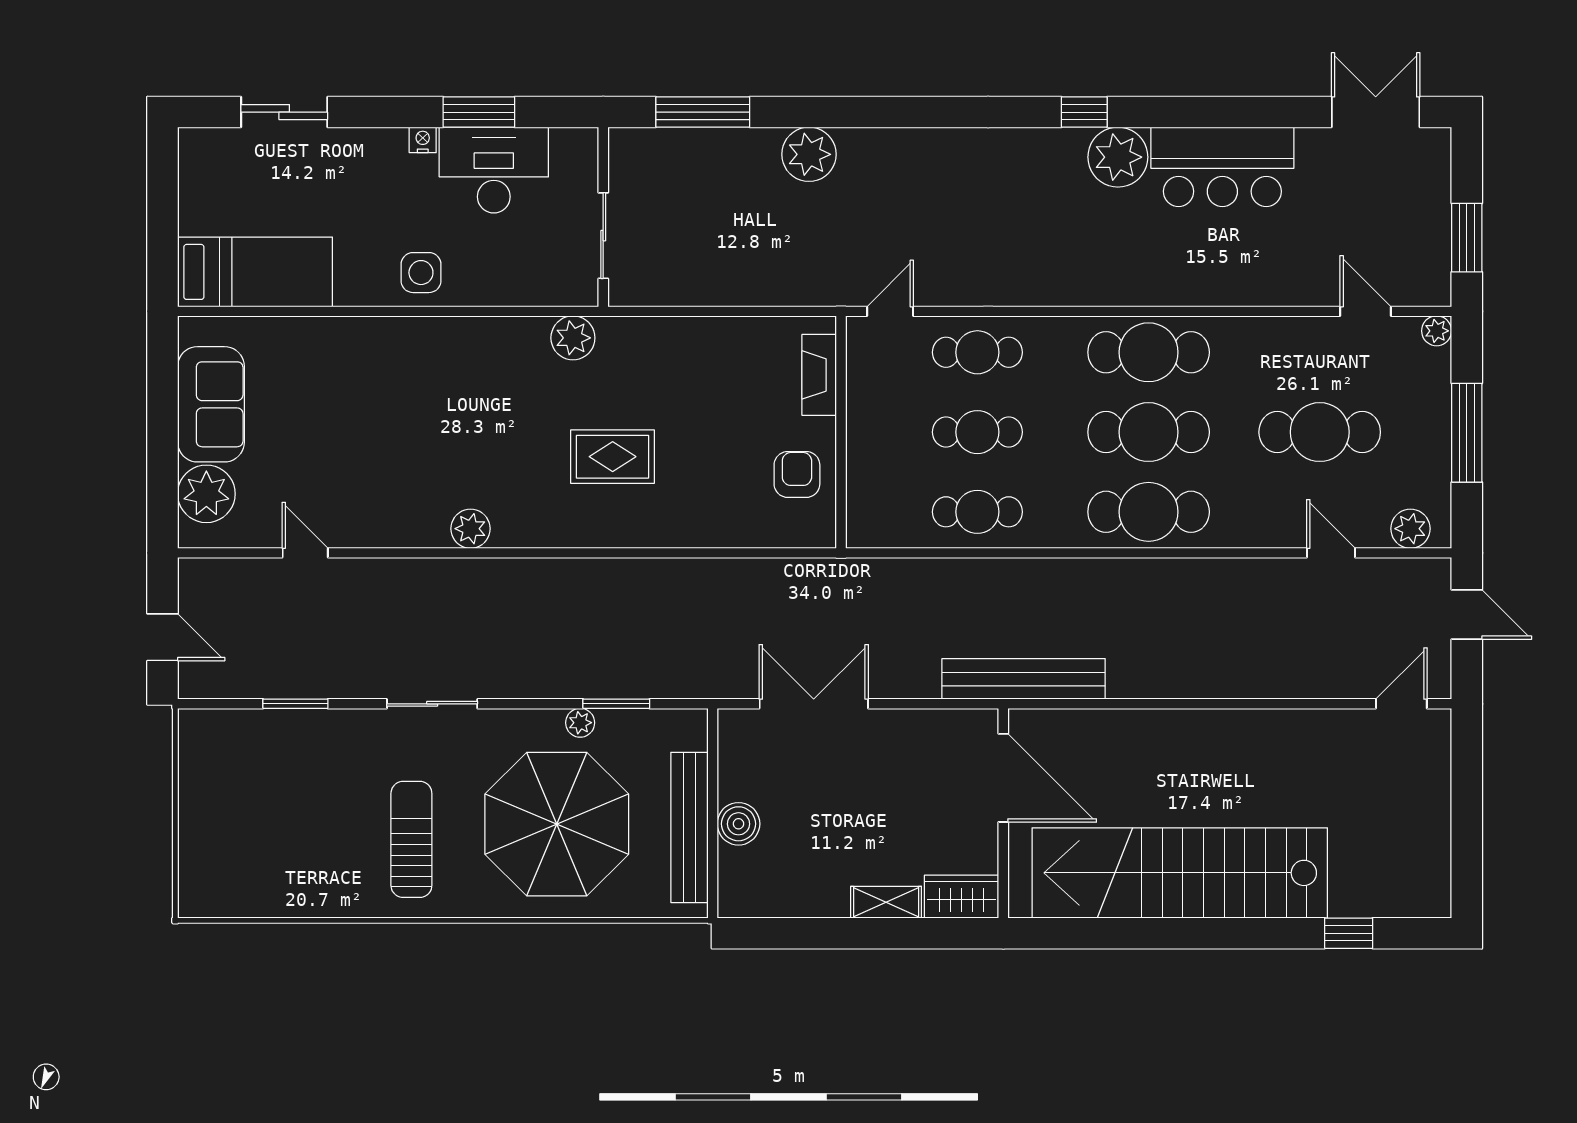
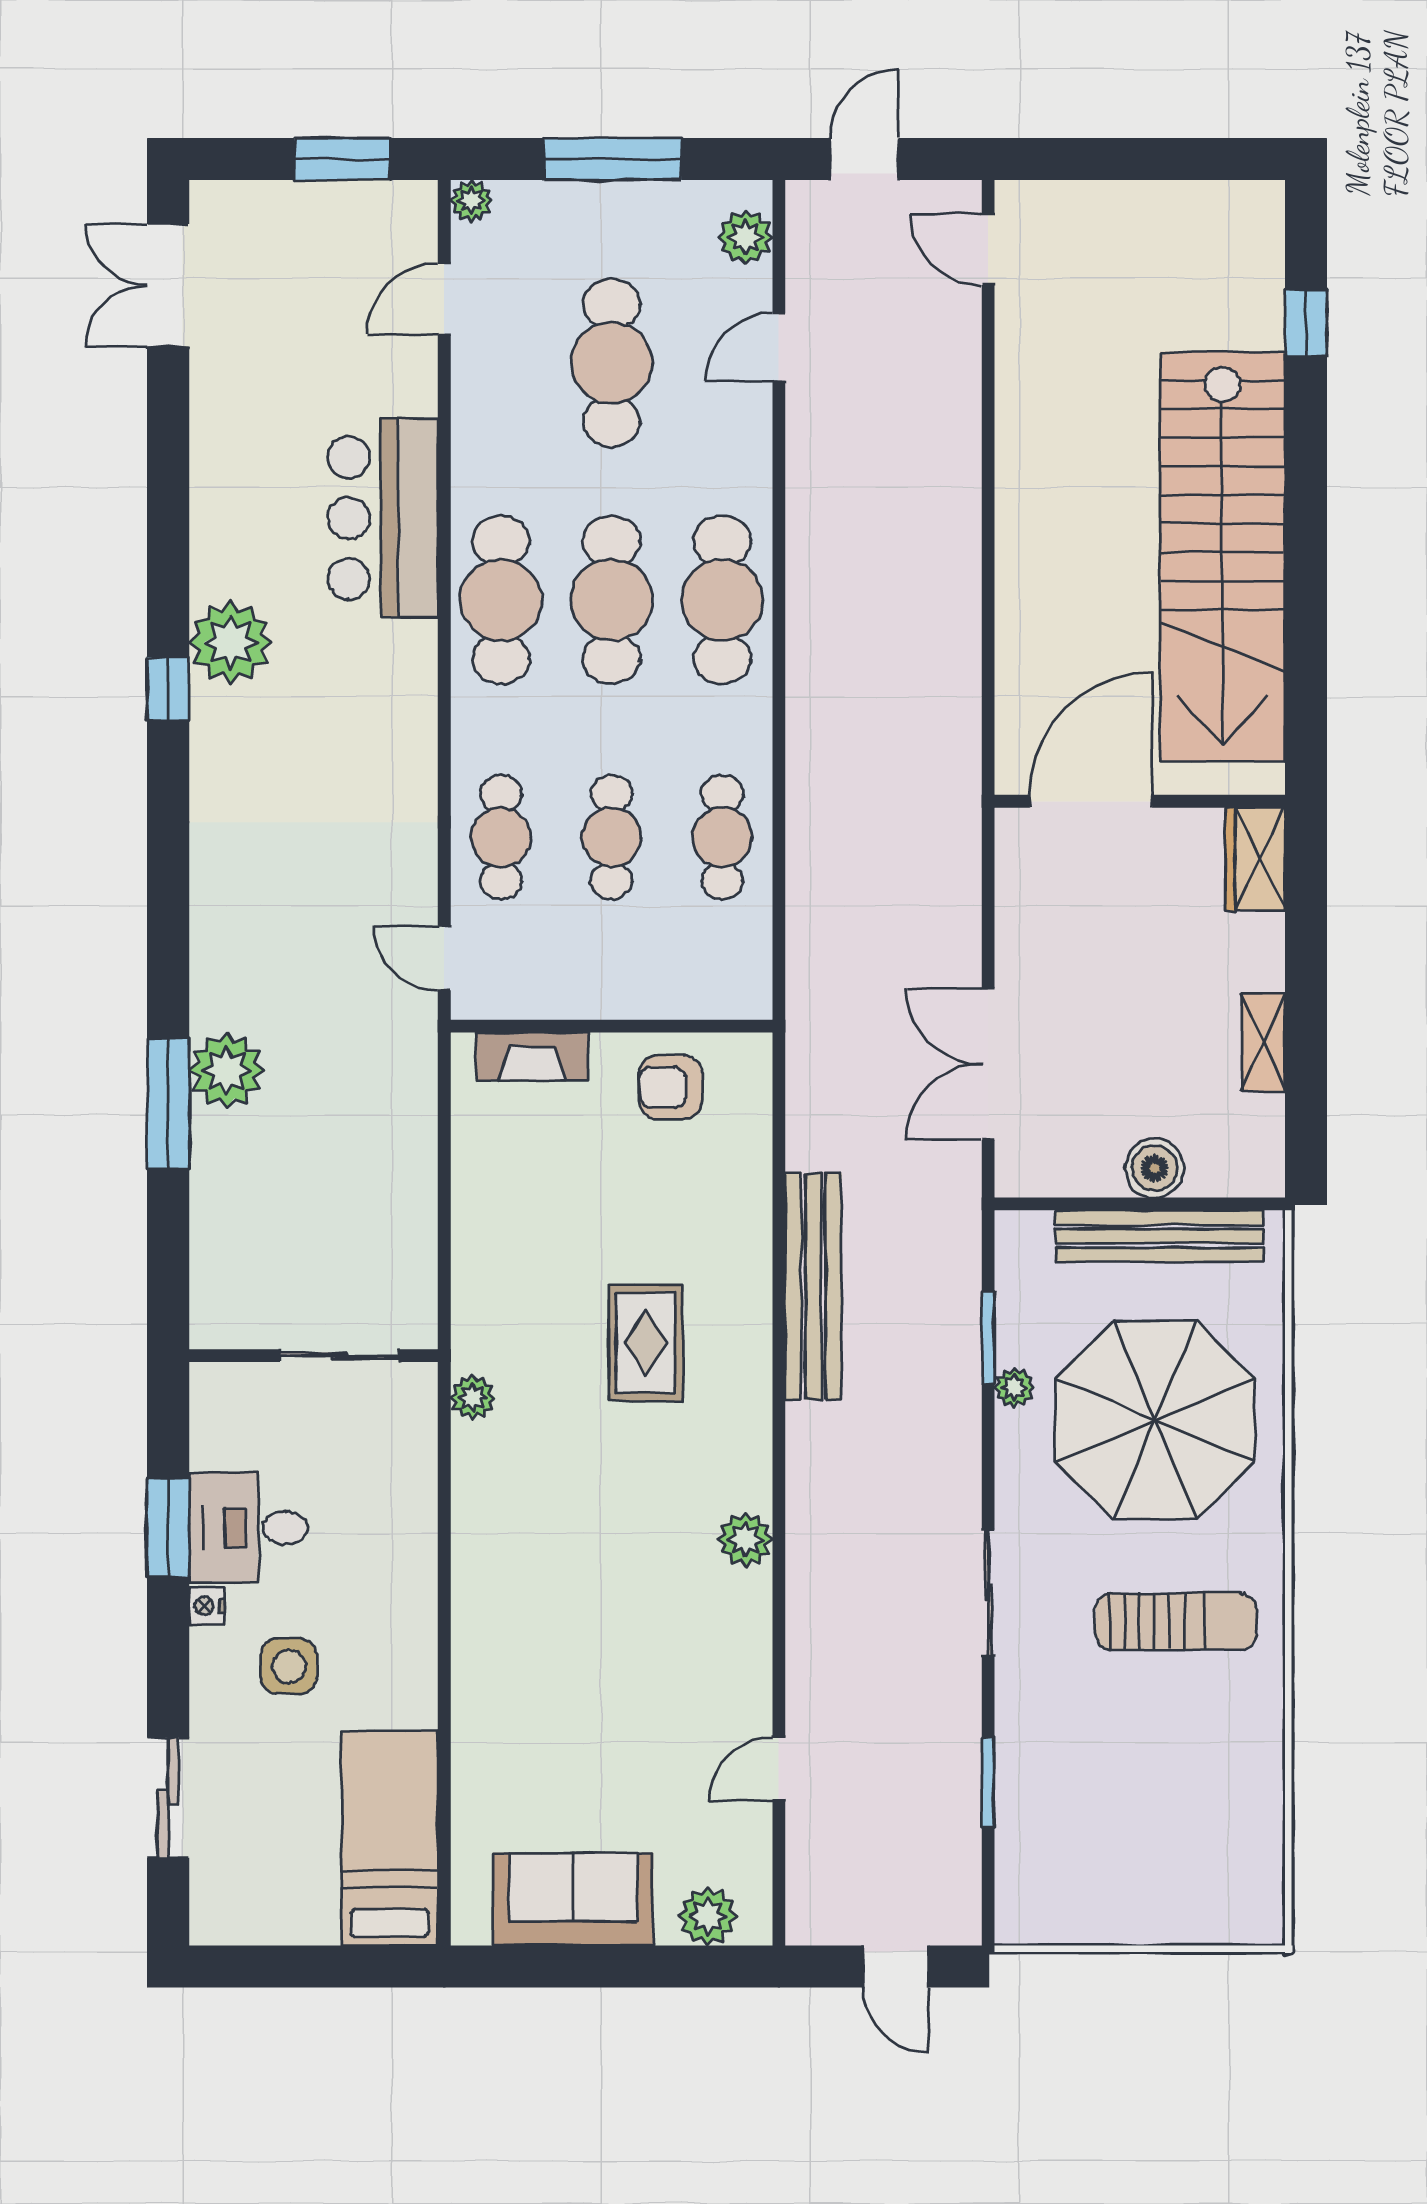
window: (703, 112) -> (168, 1103), moved
bar counter: (1222, 167) -> (383, 518), moved, turned 180
desk: (494, 170) -> (248, 1528), width x0.73
side table: (421, 273) -> (289, 1666), moved
plant: (573, 338) -> (473, 1398), width x0.73, depth x0.73
plant: (206, 494) -> (708, 1916), width x0.73, depth x0.73
door: (162, 637) -> (896, 1966), swing flipped
bench: (1024, 679) -> (813, 1287), moved
sun lounger: (411, 839) -> (1176, 1621), turned 180
shelving: (886, 902) -> (1263, 1042), moved

